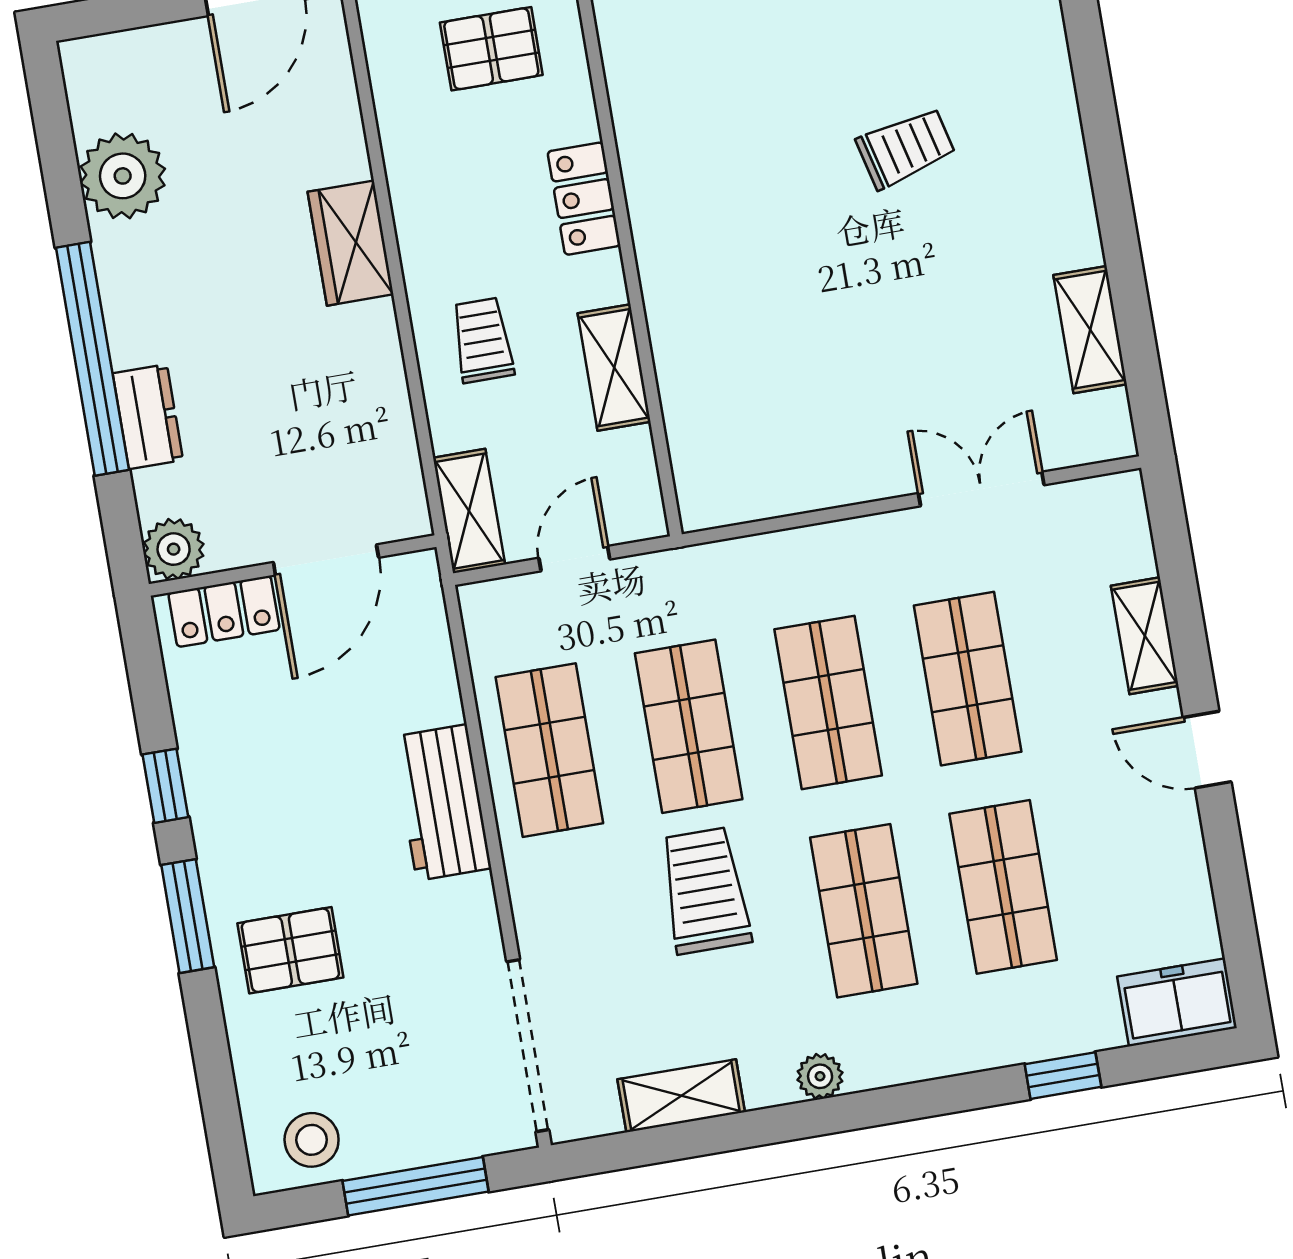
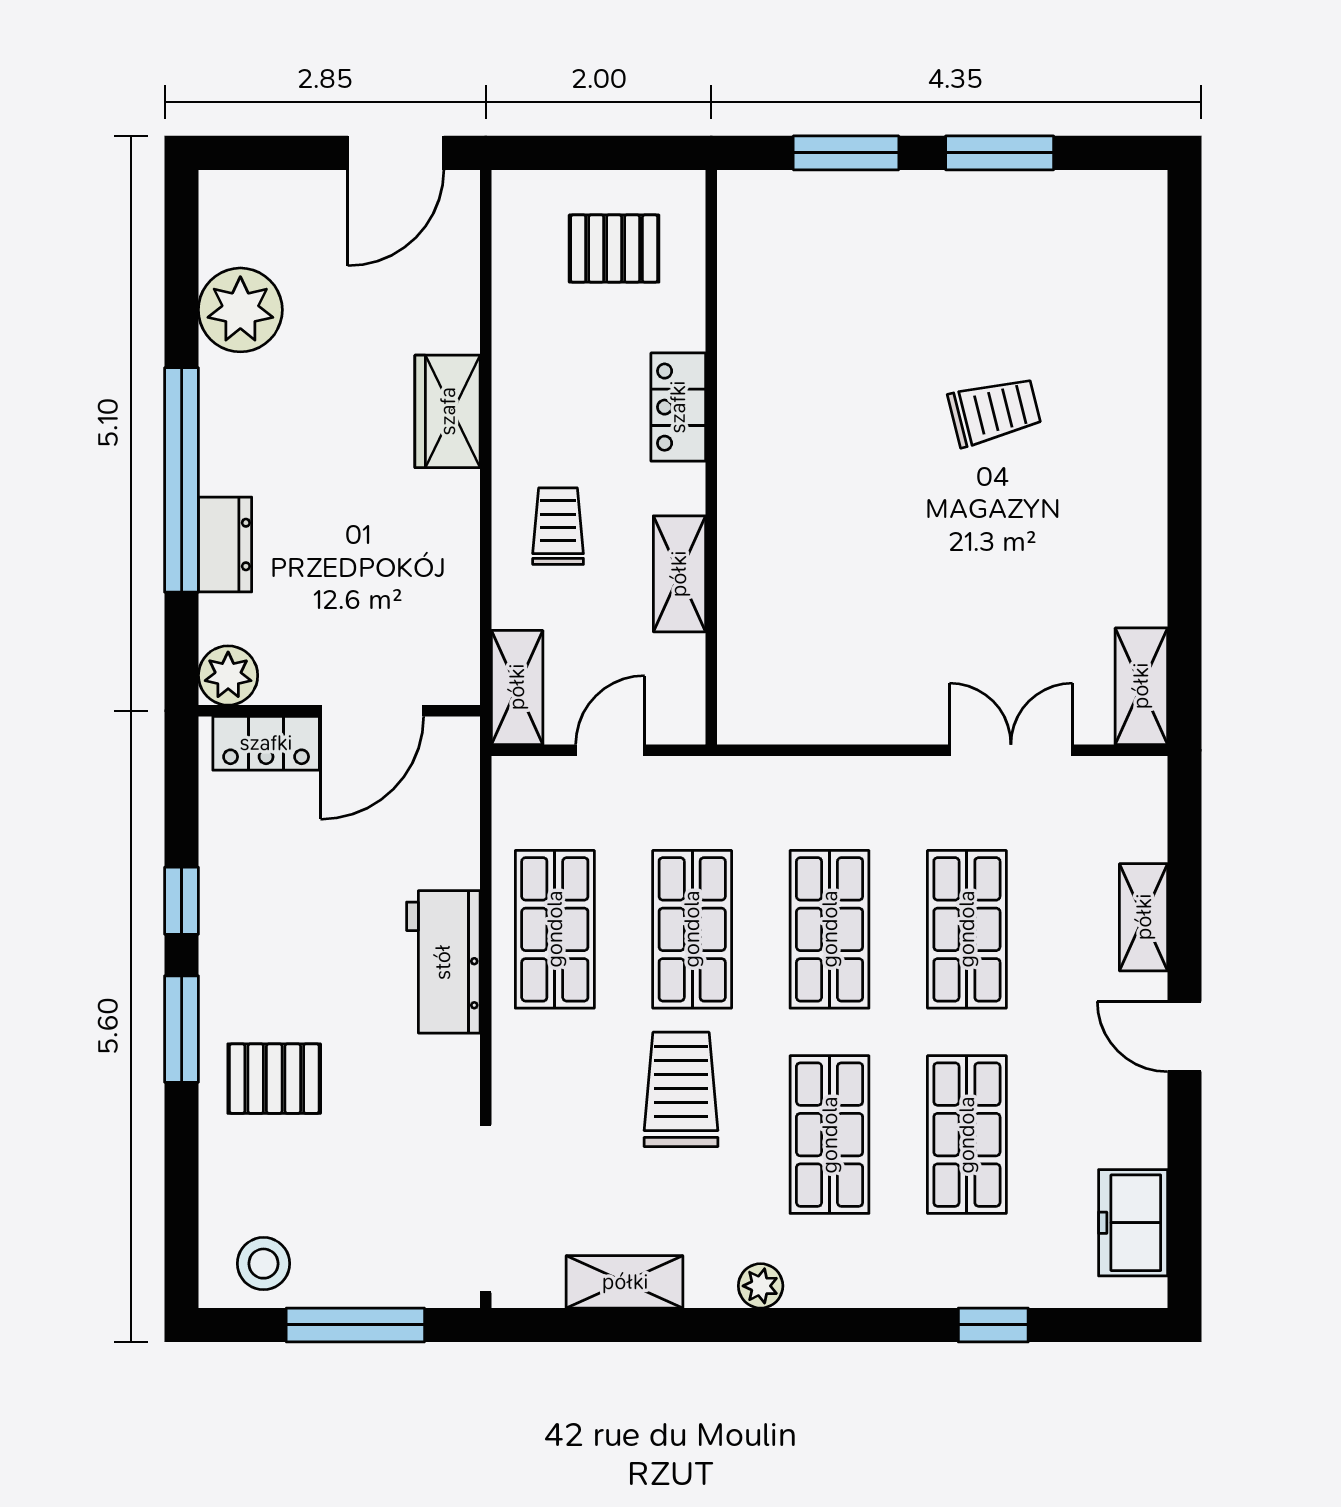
shelving: (1090, 330) -> (1141, 686), moved
freezer: (1177, 1002) -> (1133, 1223), moved, turned -90

